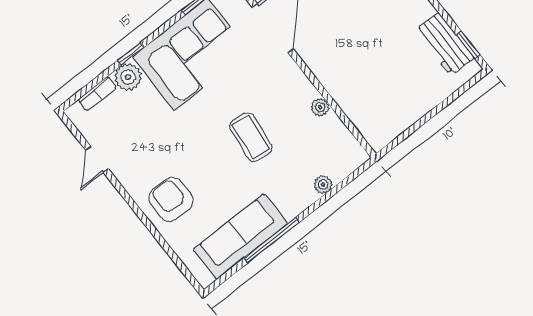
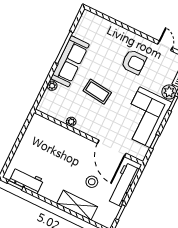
armchair: (171, 199) -> (134, 62), moved
sofa: (240, 237) -> (70, 61), moved

